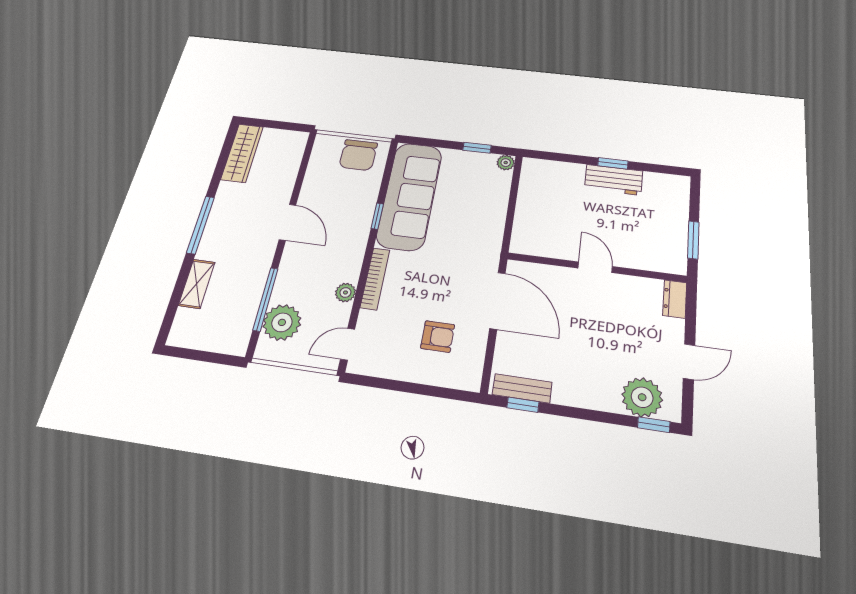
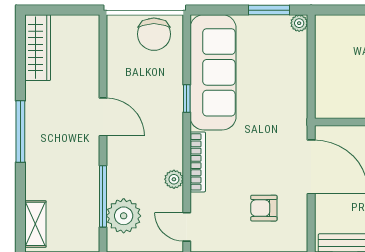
window: (477, 148) -> (269, 10), width x1.50
shelving: (197, 284) -> (35, 224), moved
armchair: (438, 336) -> (264, 208), turned 180
door: (348, 344) -> (187, 227), hinge flipped

